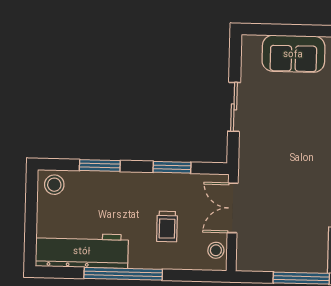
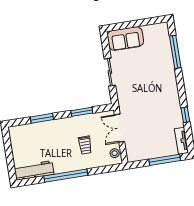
sofa: (293, 54) -> (125, 39), moved
stool: (54, 185) -> (19, 133), removed
workbench: (82, 251) -> (34, 170), width x0.73, depth x0.76

